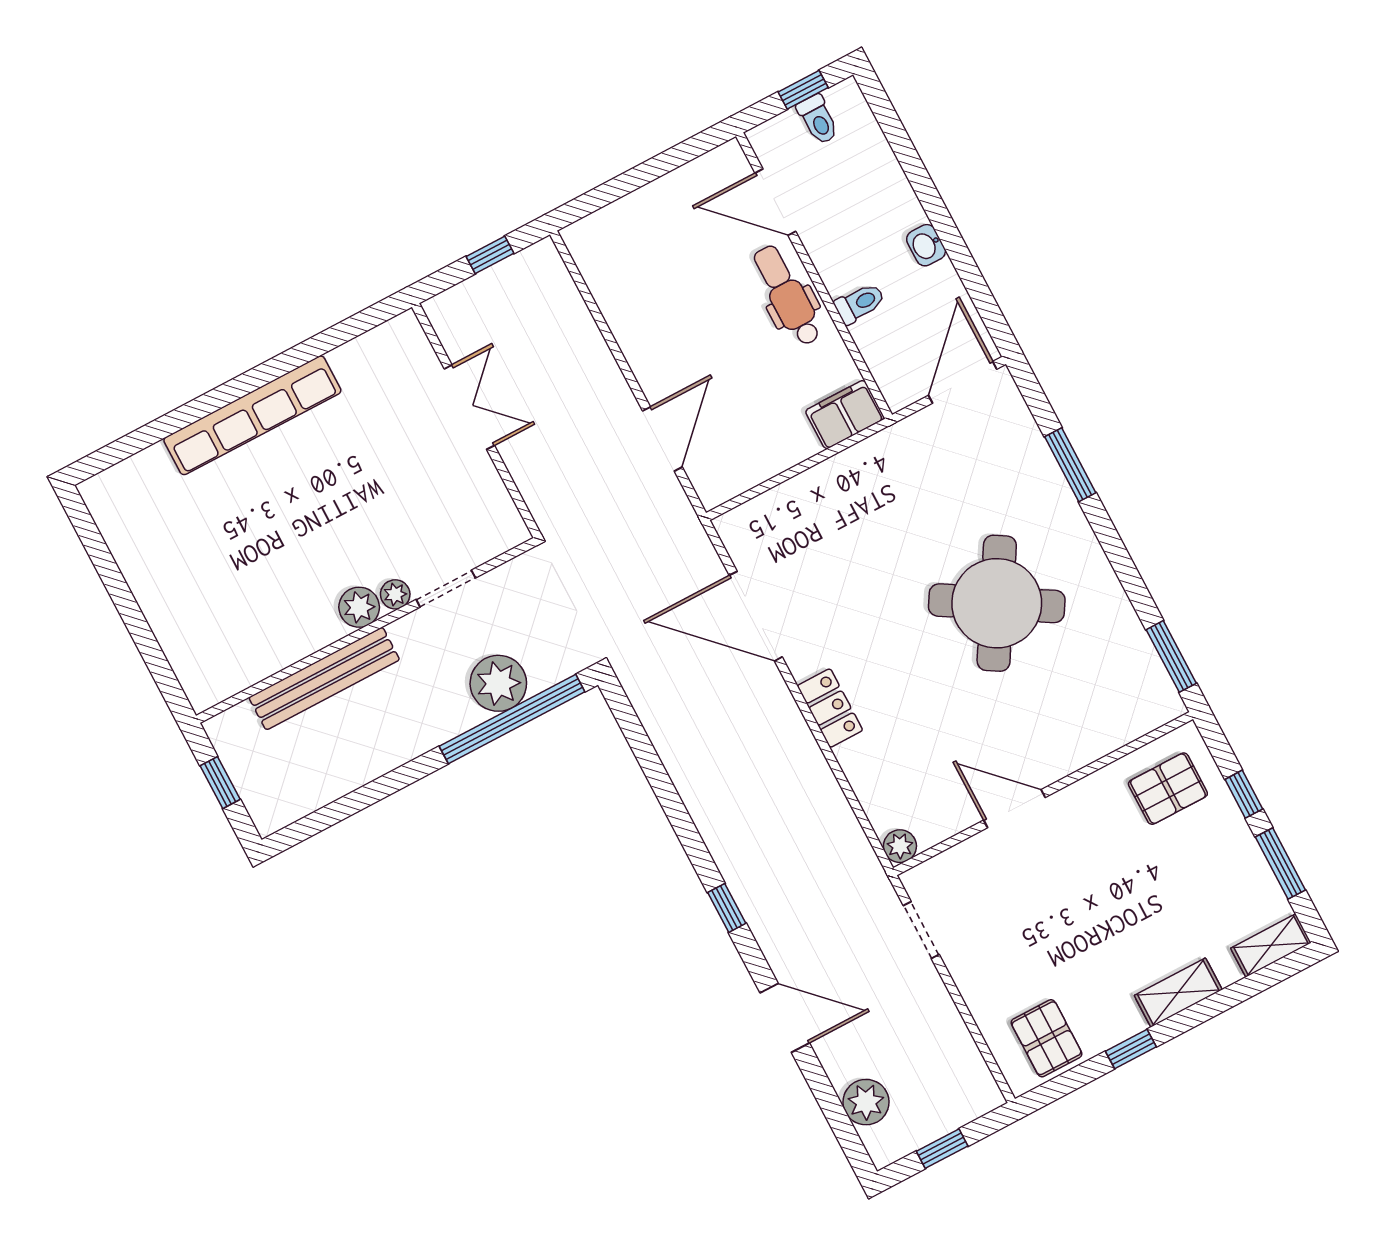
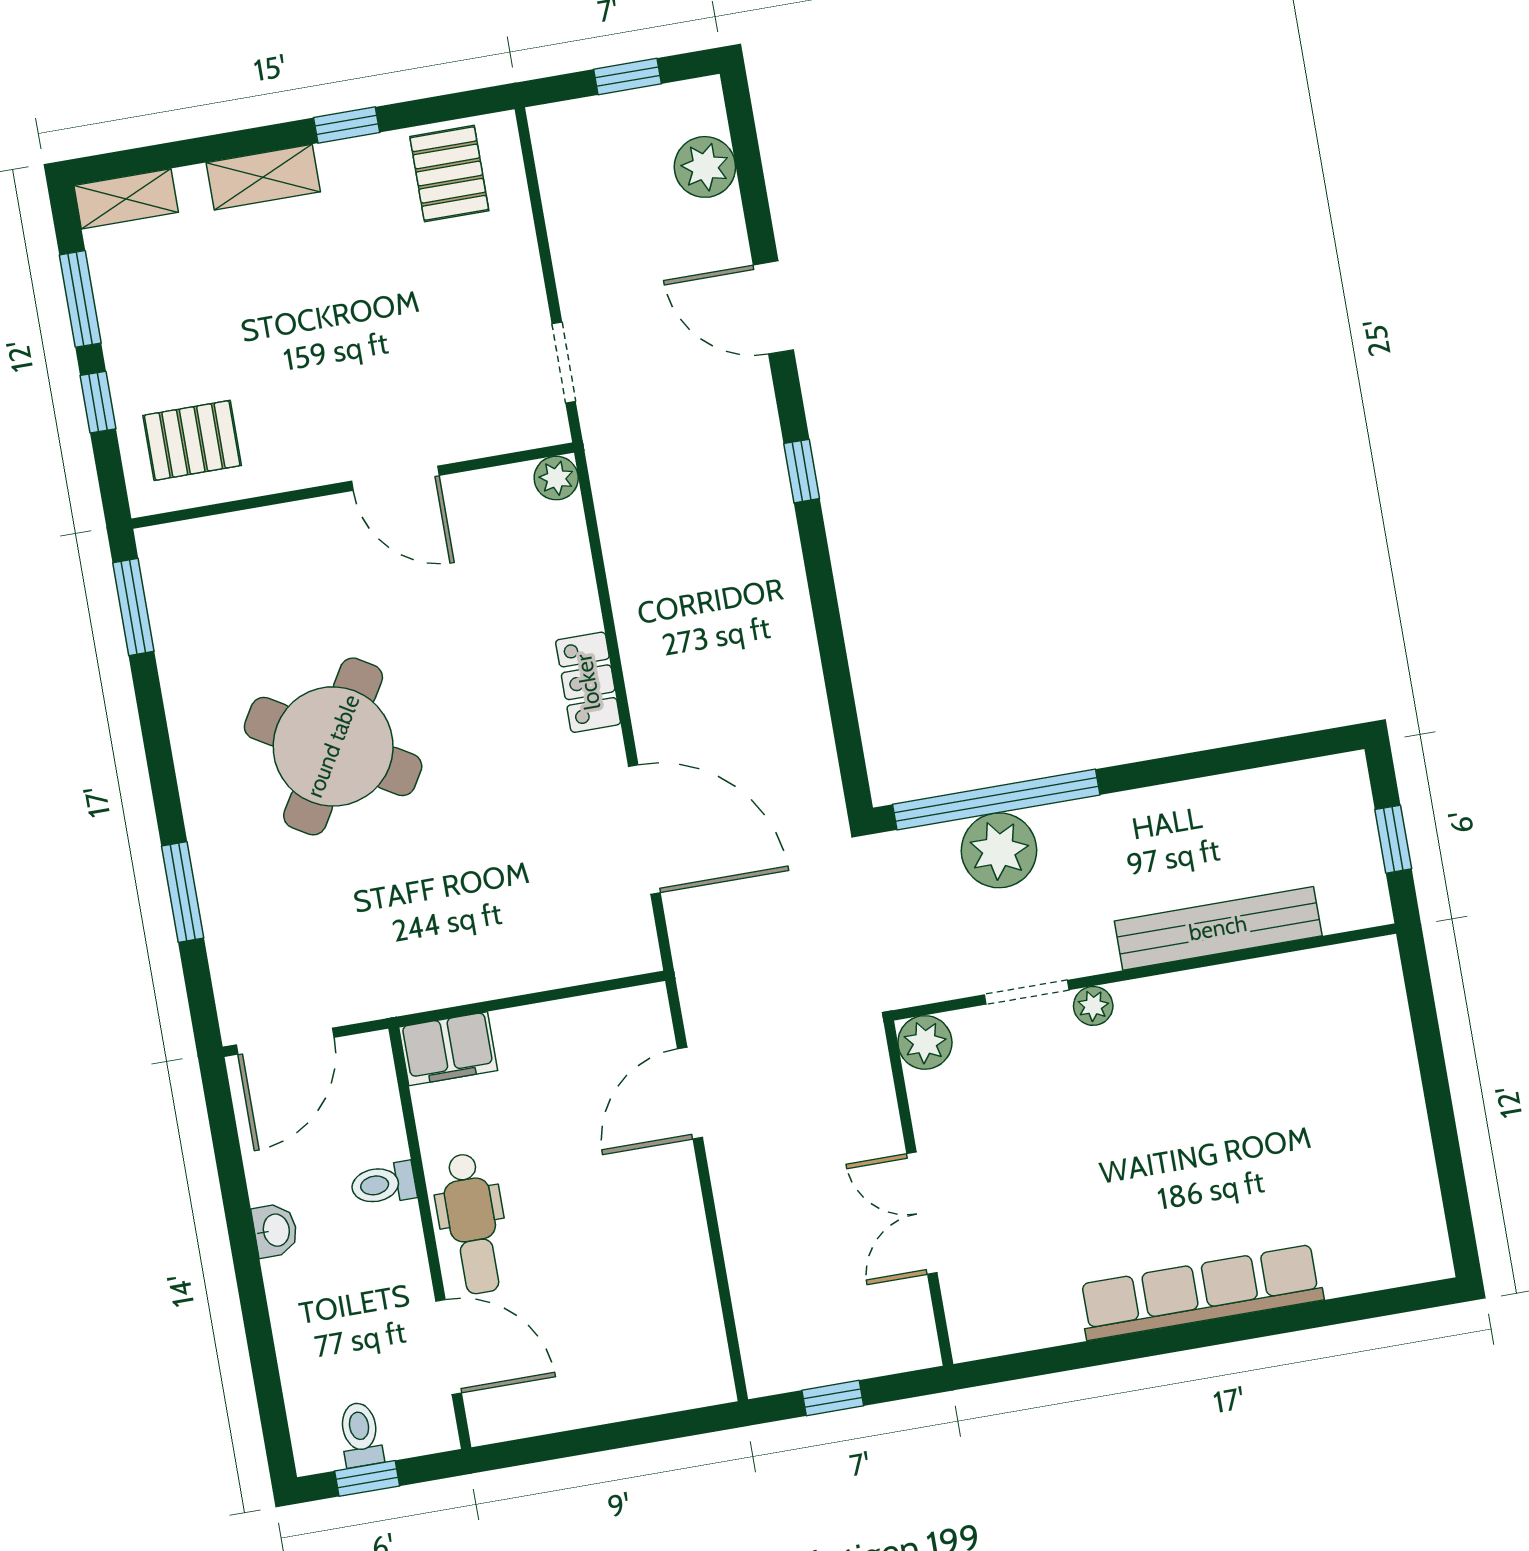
plant: (359, 607) -> (925, 1042), moved

